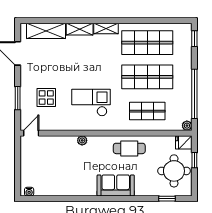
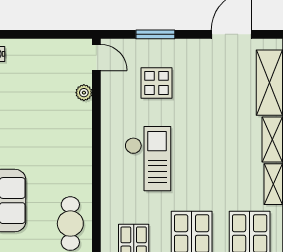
plant: (82, 140) -> (84, 93), moved

